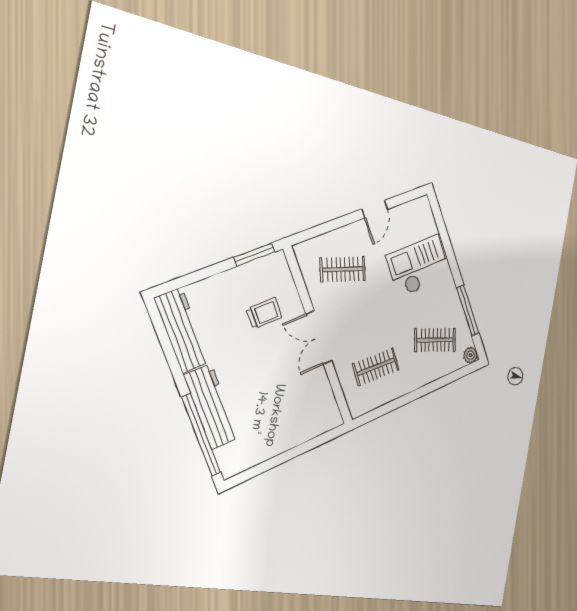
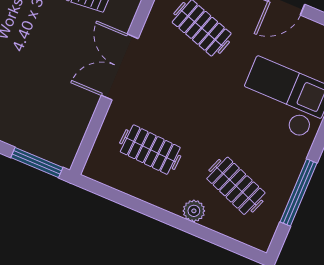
plant: (471, 355) -> (194, 211), moved
window: (323, 439) -> (37, 162), added

